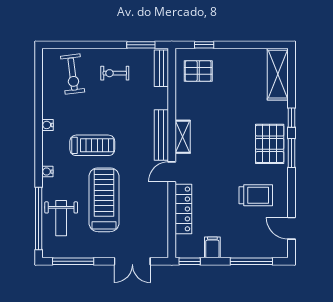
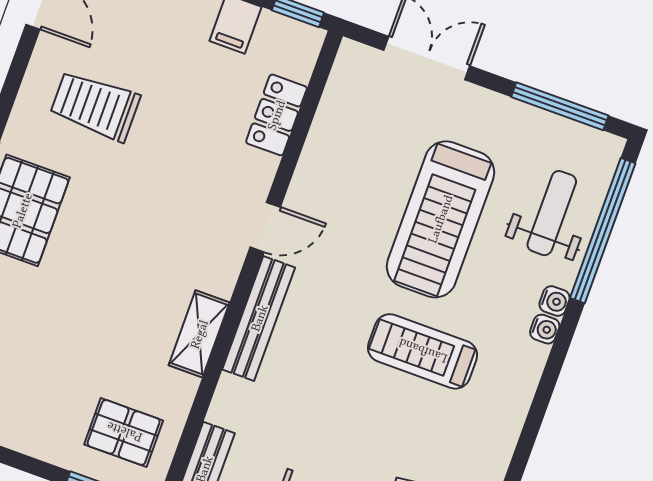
water cooler: (48, 125) -> (555, 301), moved
shelving: (183, 137) -> (199, 334), moved
locker: (183, 209) -> (276, 115), width x0.66

